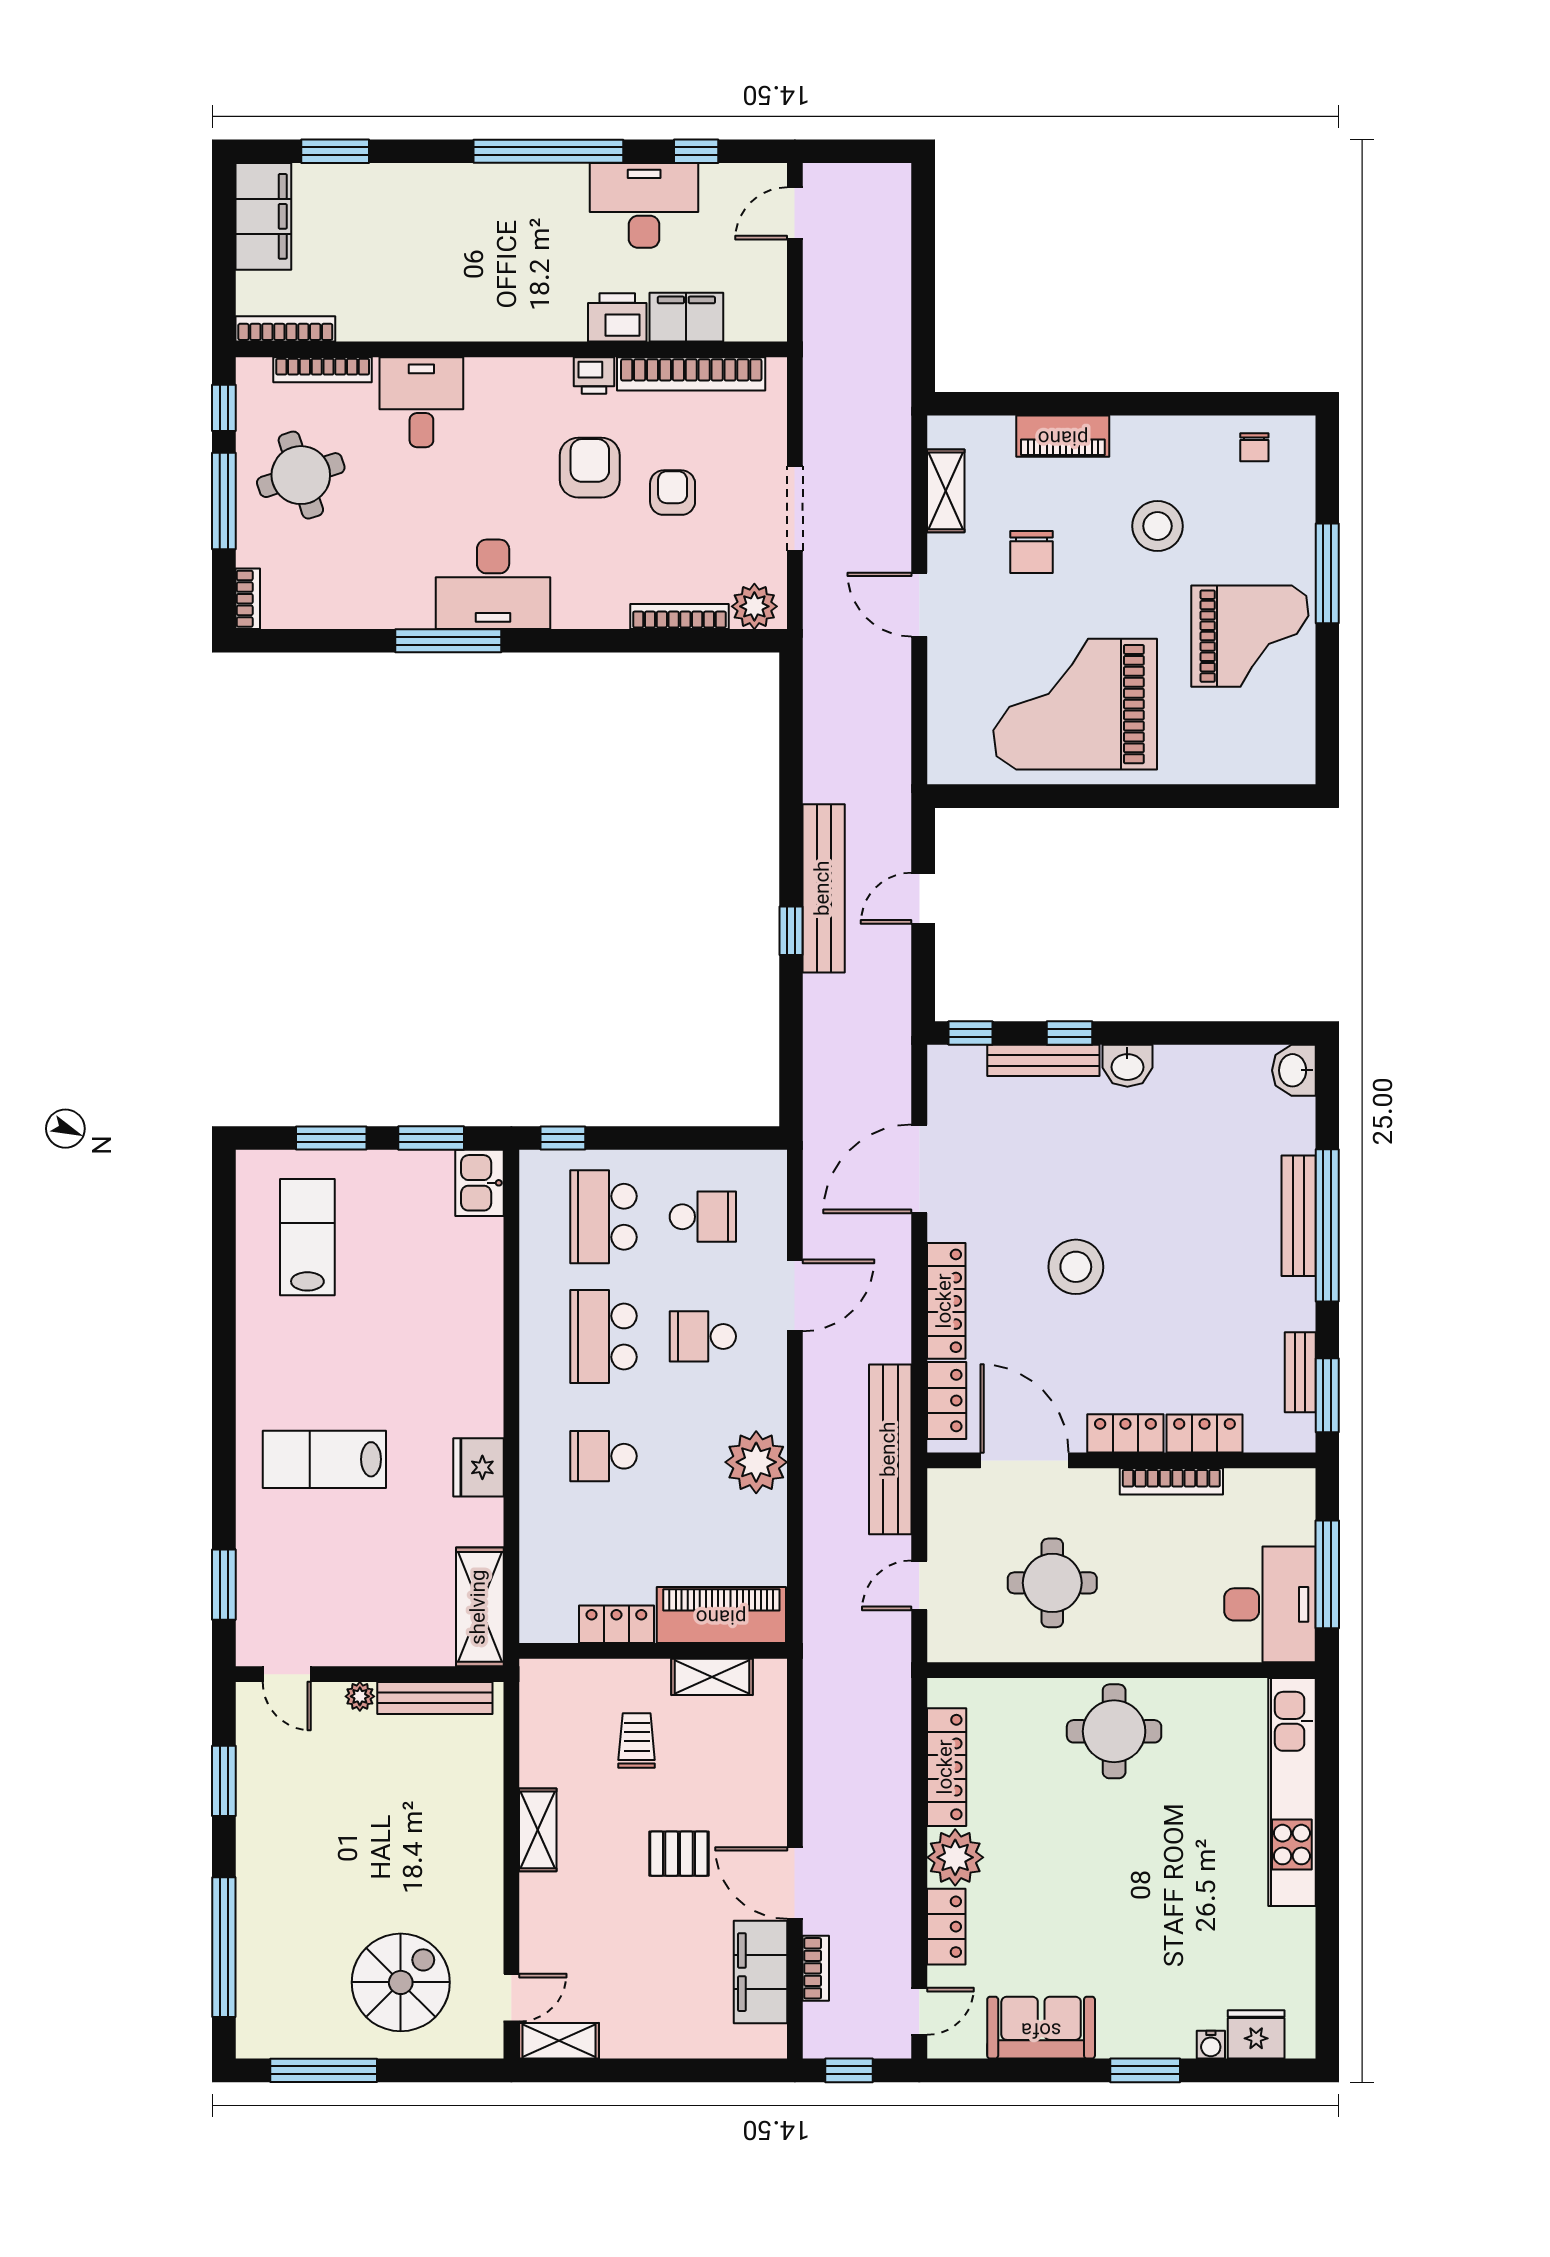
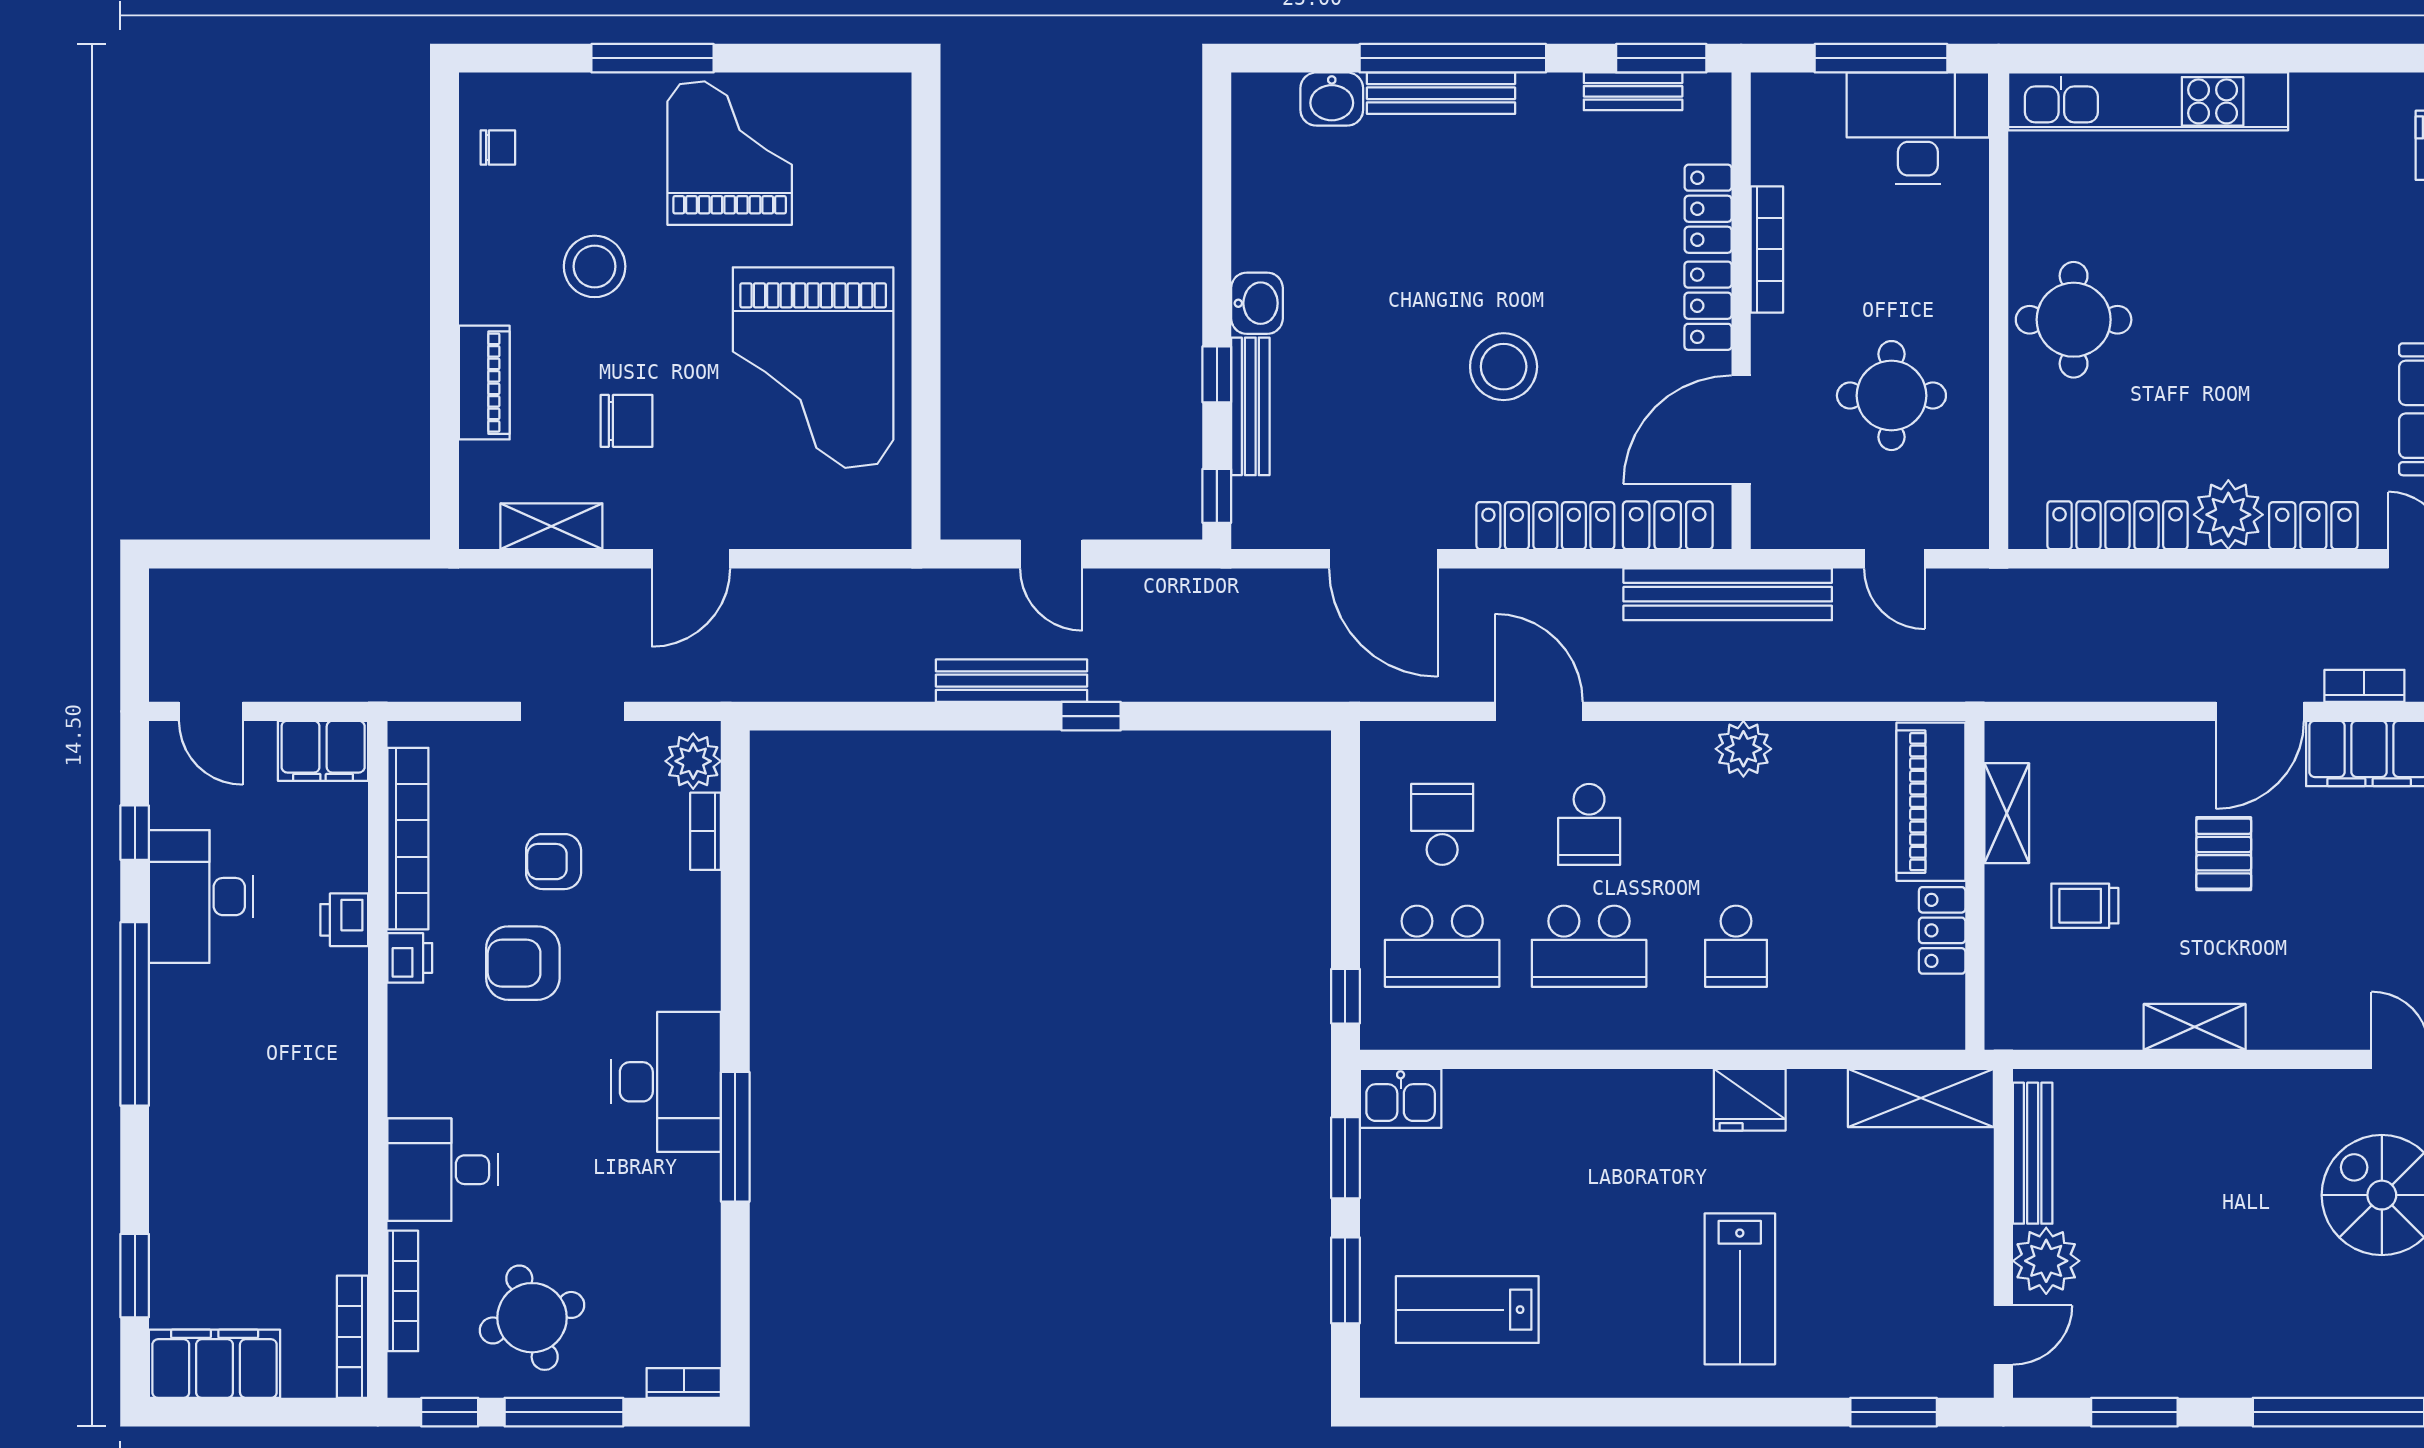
printer: (617, 317) -> (344, 920), width x0.73, depth x0.81
filing cabinet: (686, 317) -> (323, 751), moved, turned -90
bookcase: (679, 616) -> (706, 831), width x0.64
bench: (824, 888) -> (1011, 681), width x0.73, depth x0.82
washbasin: (1294, 1070) -> (1332, 99), moved
plant: (756, 1462) -> (1743, 749), width x0.73, depth x0.73
plant: (360, 1696) -> (2046, 1261), width x1.88, depth x1.88

